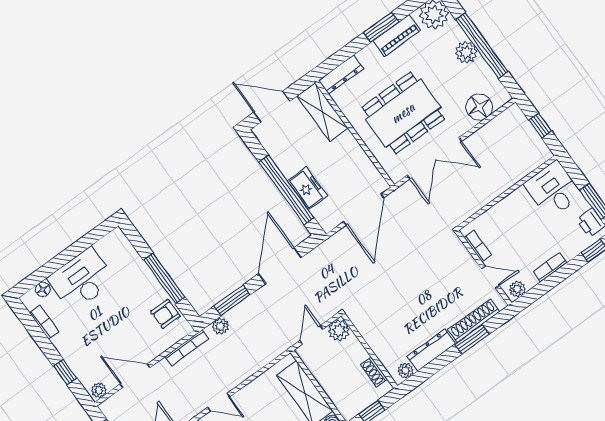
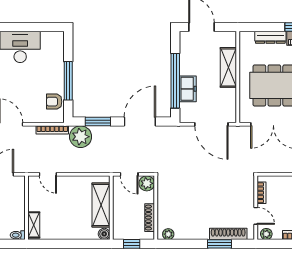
dresser: (341, 74) -> (270, 37), moved
shelving: (323, 112) -> (228, 67), moved
door: (364, 209) -> (211, 124), hinge flipped
plant: (220, 326) -> (81, 137), width x1.87, depth x1.87
door: (311, 335) -> (129, 174), swing flipped
dresser: (431, 350) -> (192, 233), removed
shoe rack: (374, 372) -> (150, 218), width x1.43

